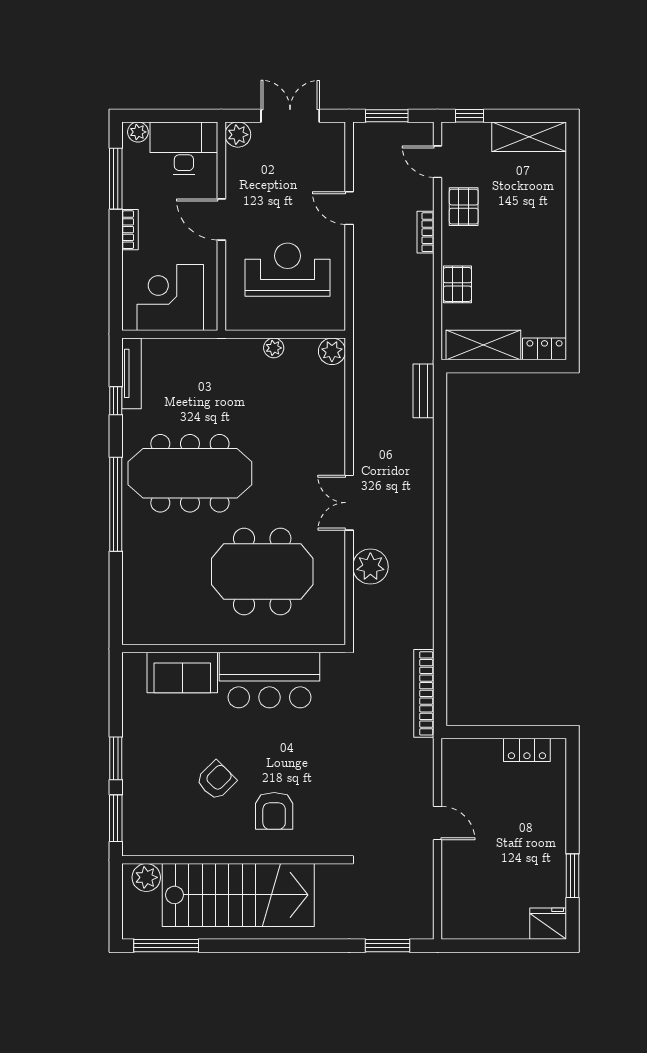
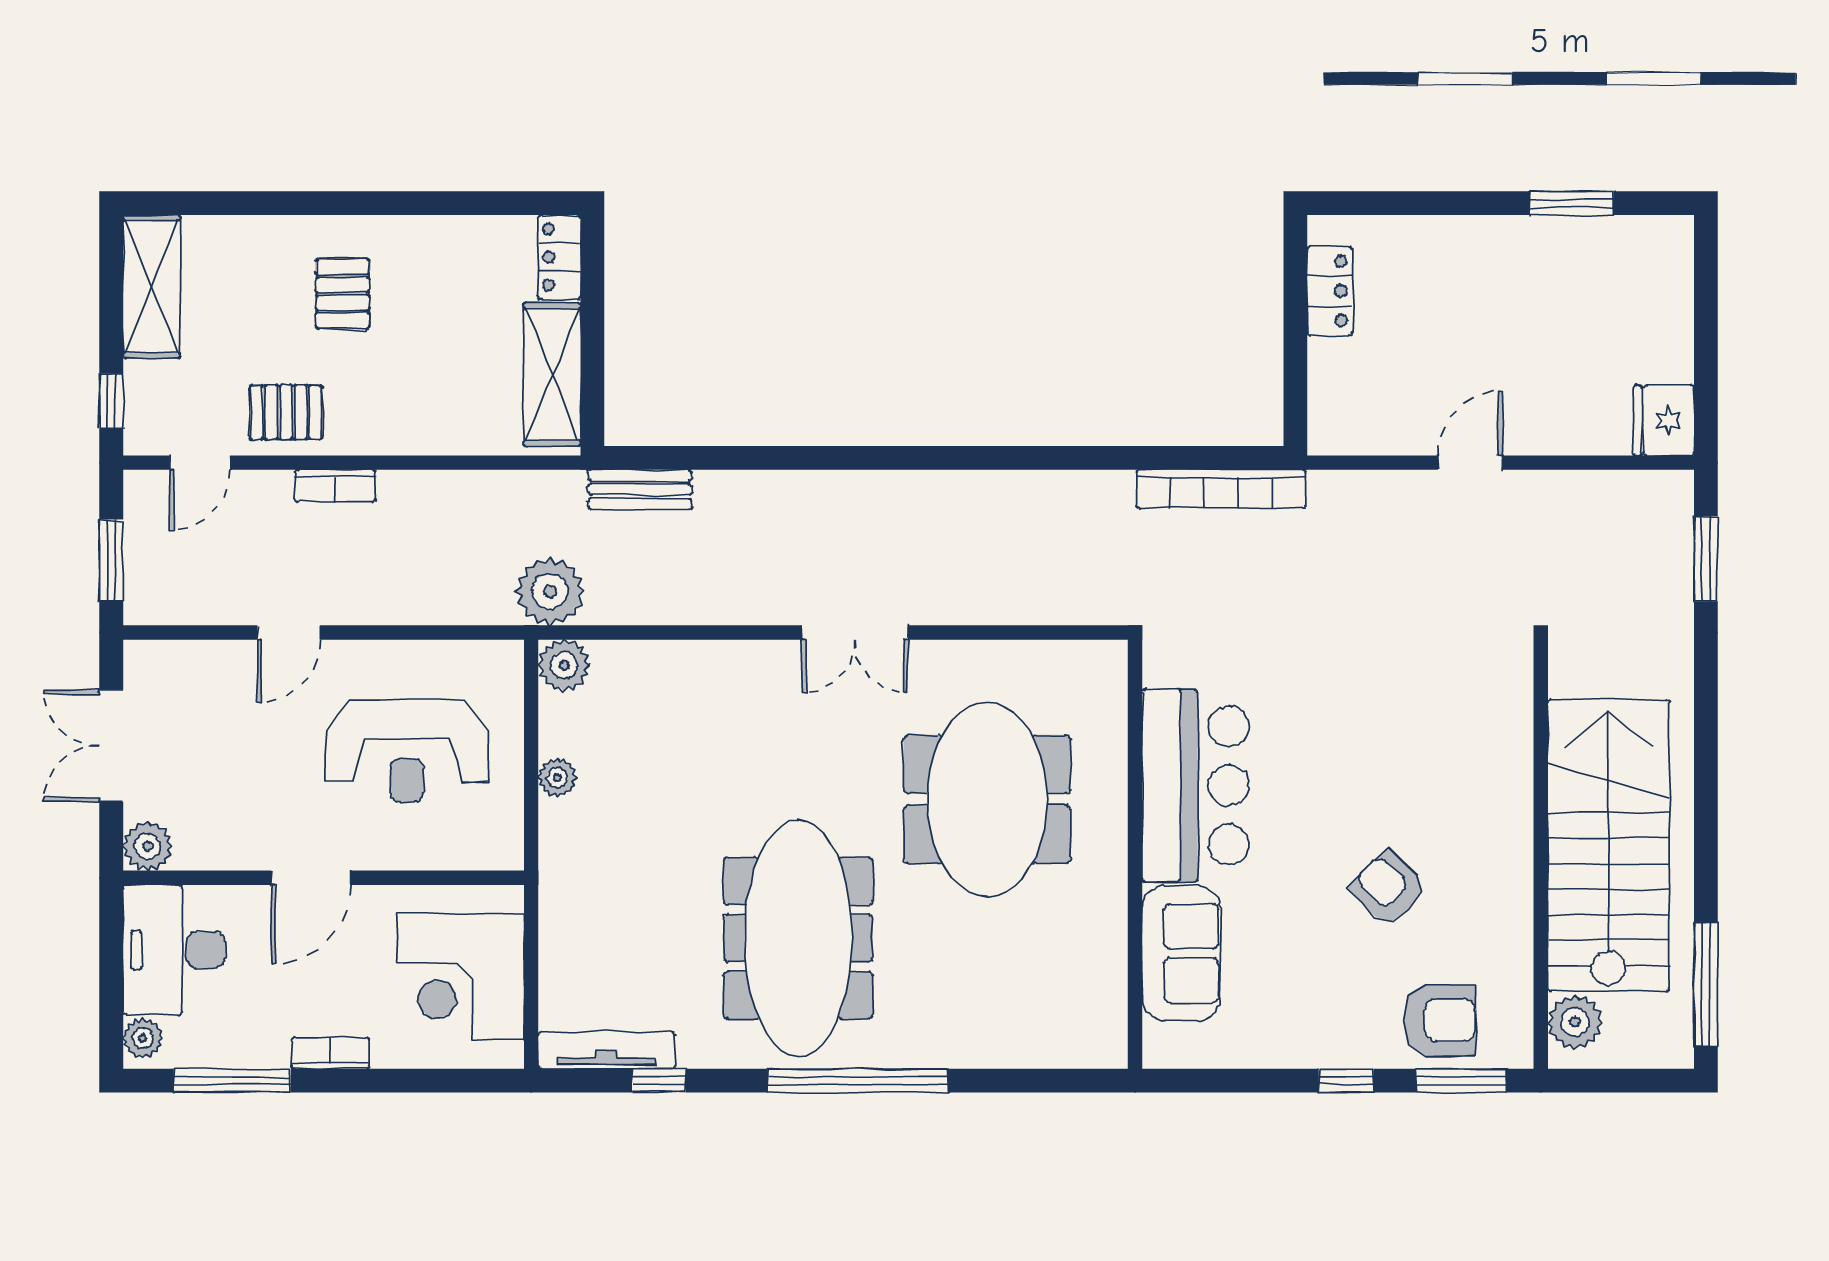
reception desk: (288, 270) -> (407, 751), turned -90
pallet: (457, 284) -> (343, 294), moved, turned 90
plant: (370, 567) -> (550, 591), moved
window: (116, 758) -> (1346, 1081), width x0.67
armchair: (274, 811) -> (1440, 1020), moved
fridge: (548, 924) -> (1664, 420), moved

